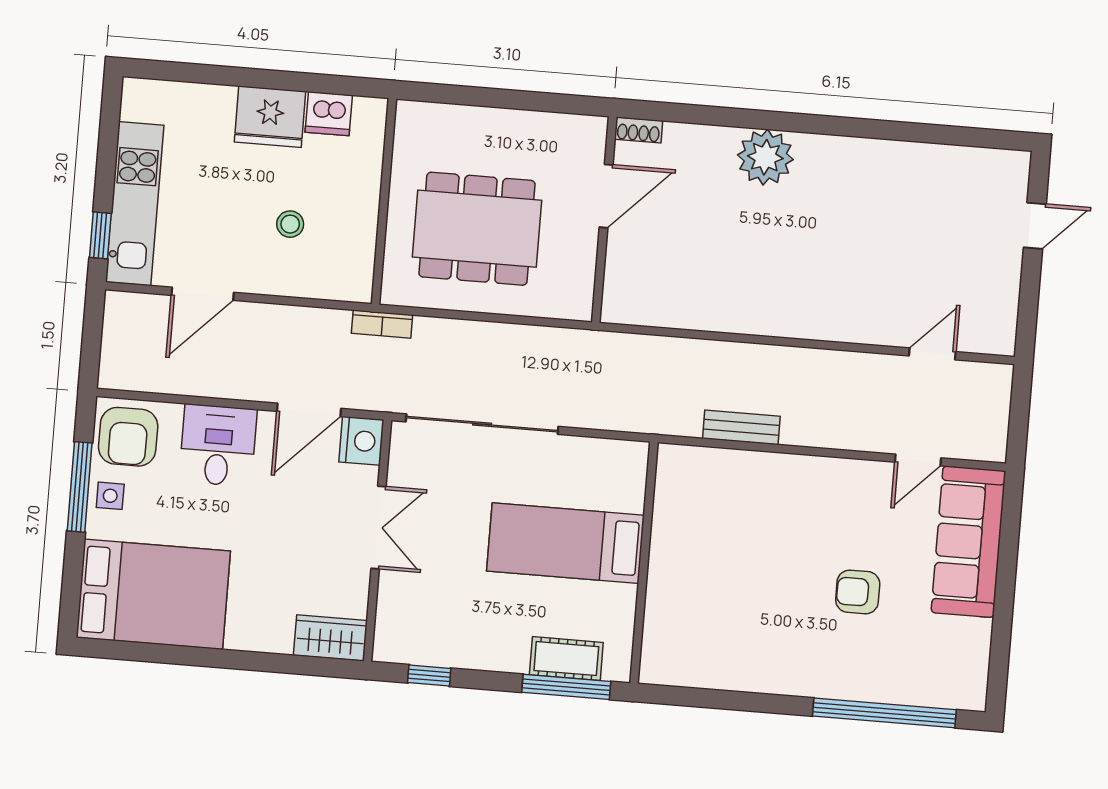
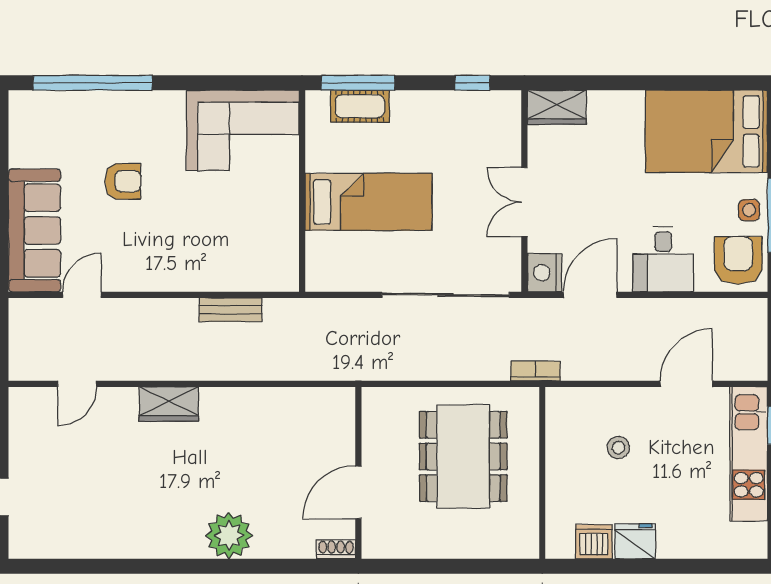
fridge: (270, 117) -> (635, 541), width x0.73, depth x0.75
dining table: (477, 229) -> (463, 456), turned 90
wardrobe: (825, 321) -> (169, 404), added
corner sofa: (709, 641) -> (243, 130), added

